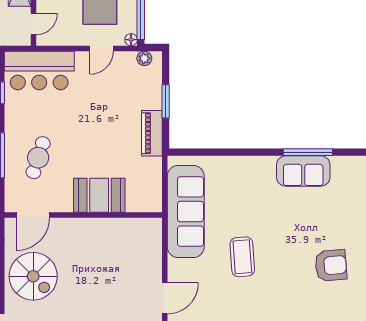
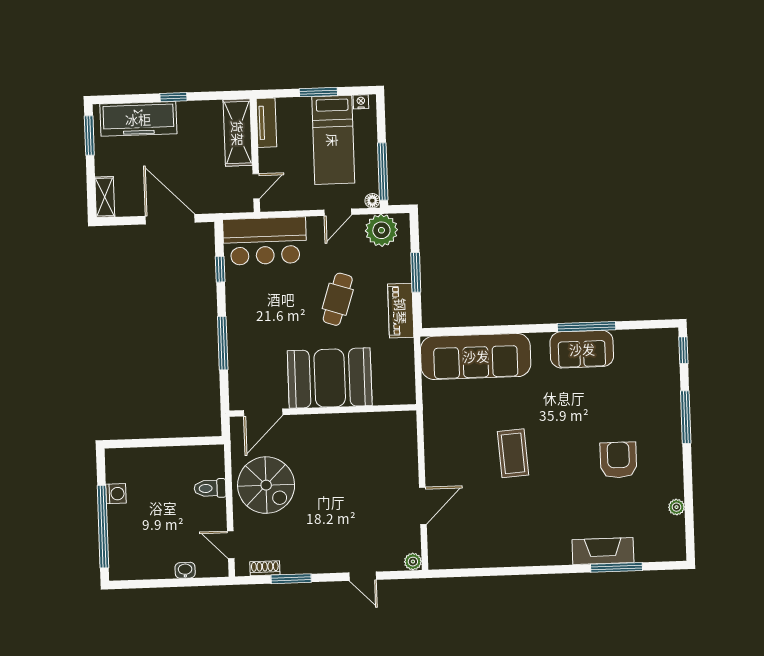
plant: (144, 58) -> (381, 230), width x1.88, depth x1.88
cafe table: (38, 158) -> (338, 299), moved
booth: (99, 195) -> (330, 378), width x1.36, depth x1.42
sofa: (186, 212) -> (476, 356), moved, turned 90
armchair: (331, 265) -> (618, 460), turned -85

